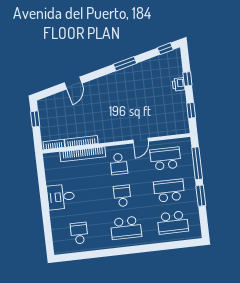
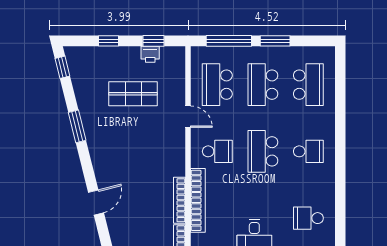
door: (73, 83) -> (96, 202), hinge flipped
printer: (179, 84) -> (150, 54), moved
shop shelf: (152, 100) -> (133, 94), added
school desk: (122, 196) -> (263, 151), width x1.85
school desk: (126, 228) -> (308, 151), width x0.54

